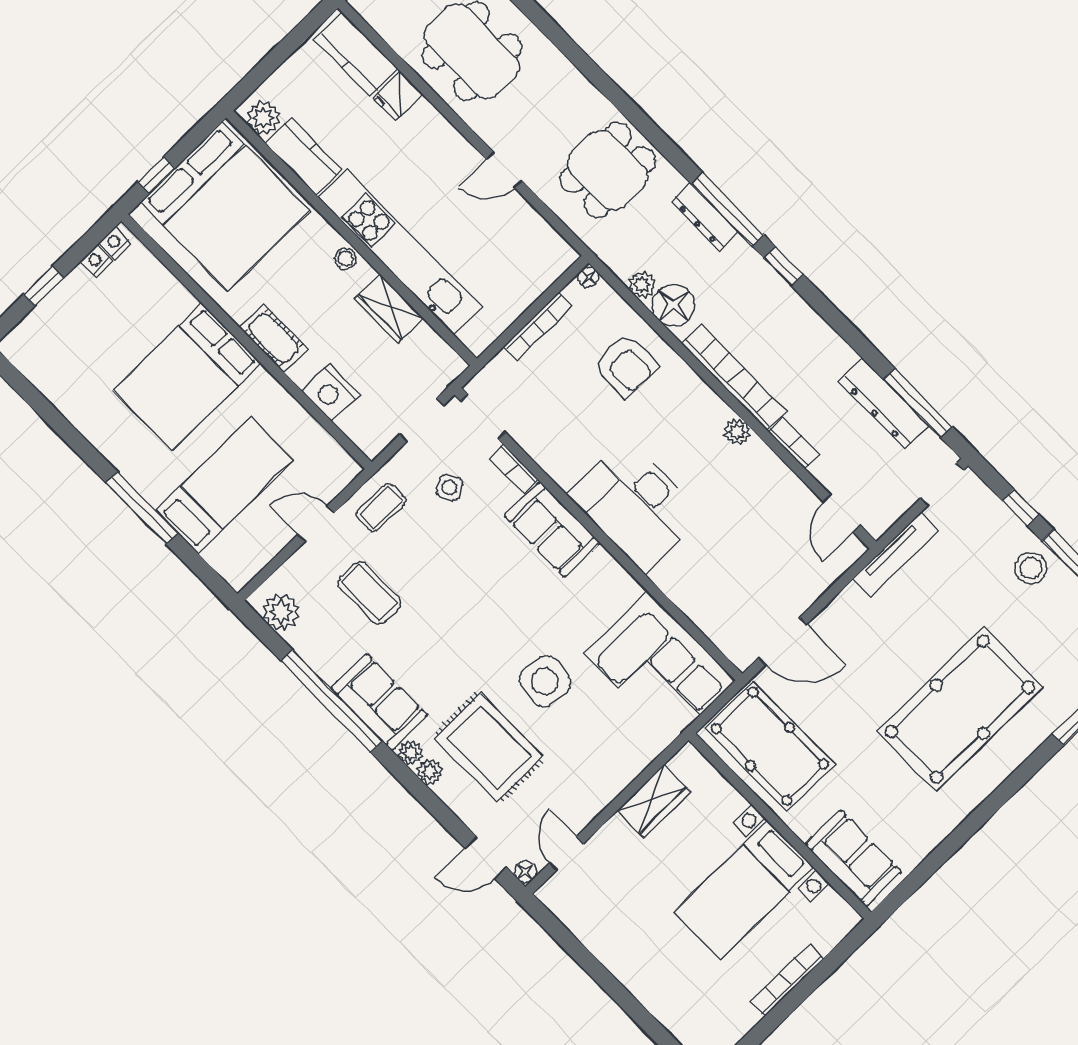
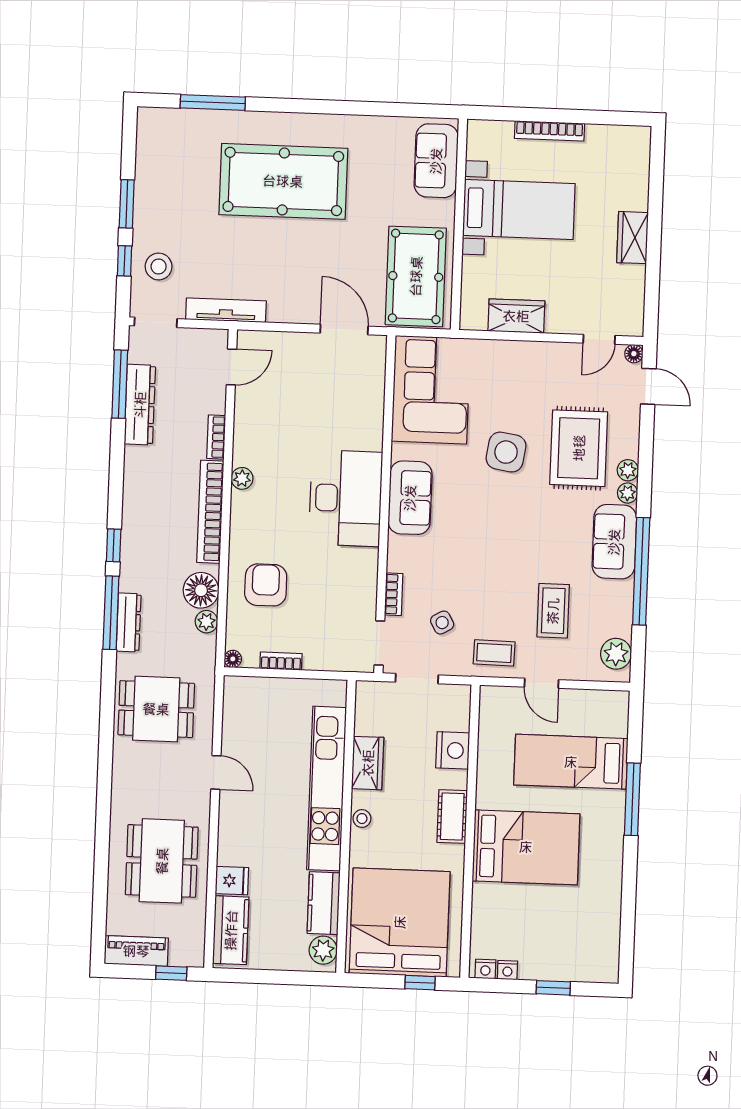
bookcase: (538, 327) -> (281, 661), width x0.64
sofa: (552, 530) -> (410, 498), moved
stool: (1031, 568) -> (159, 266), moved
wardrobe: (627, 965) -> (633, 238), added

